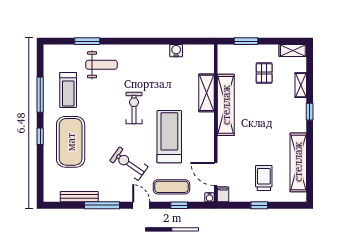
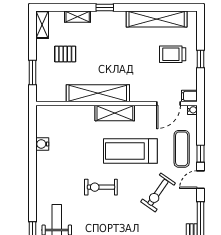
shelving: (206, 93) -> (115, 113), moved
window: (179, 205) -> (200, 154), moved

